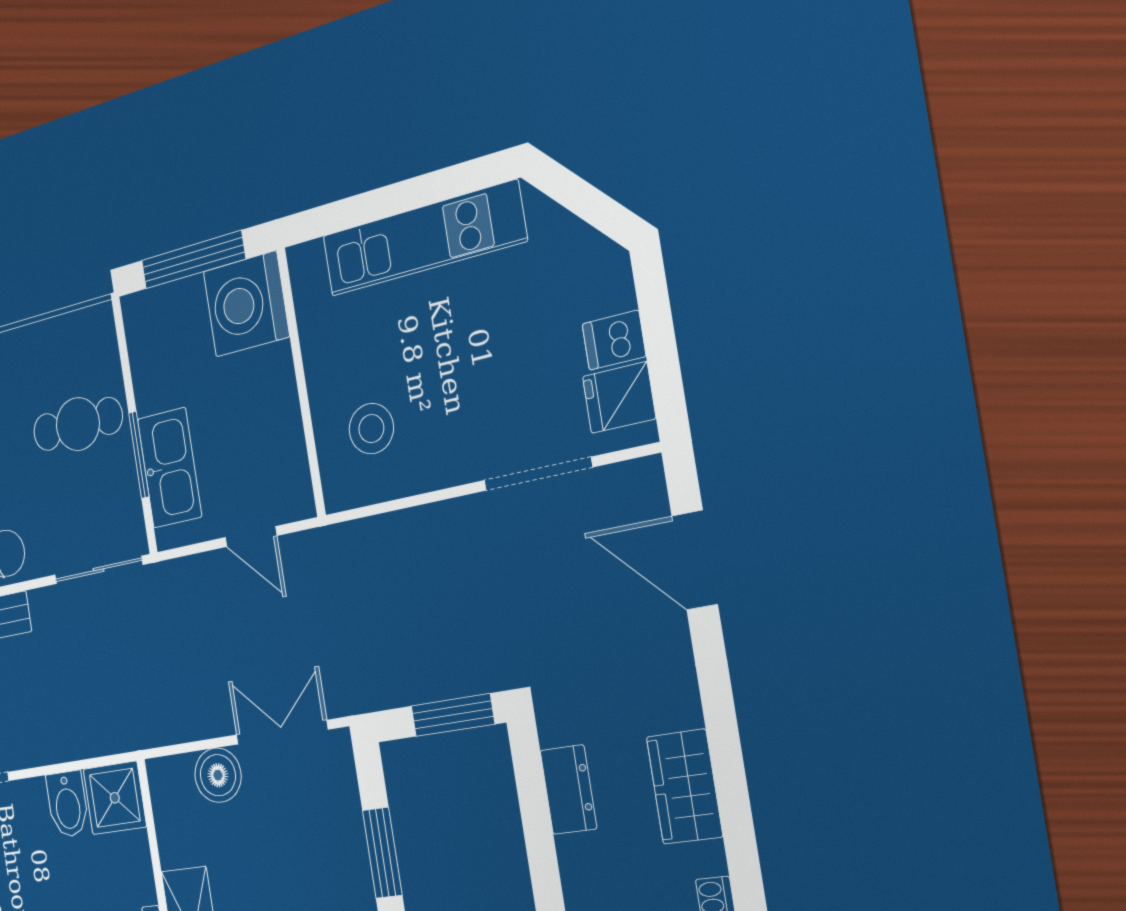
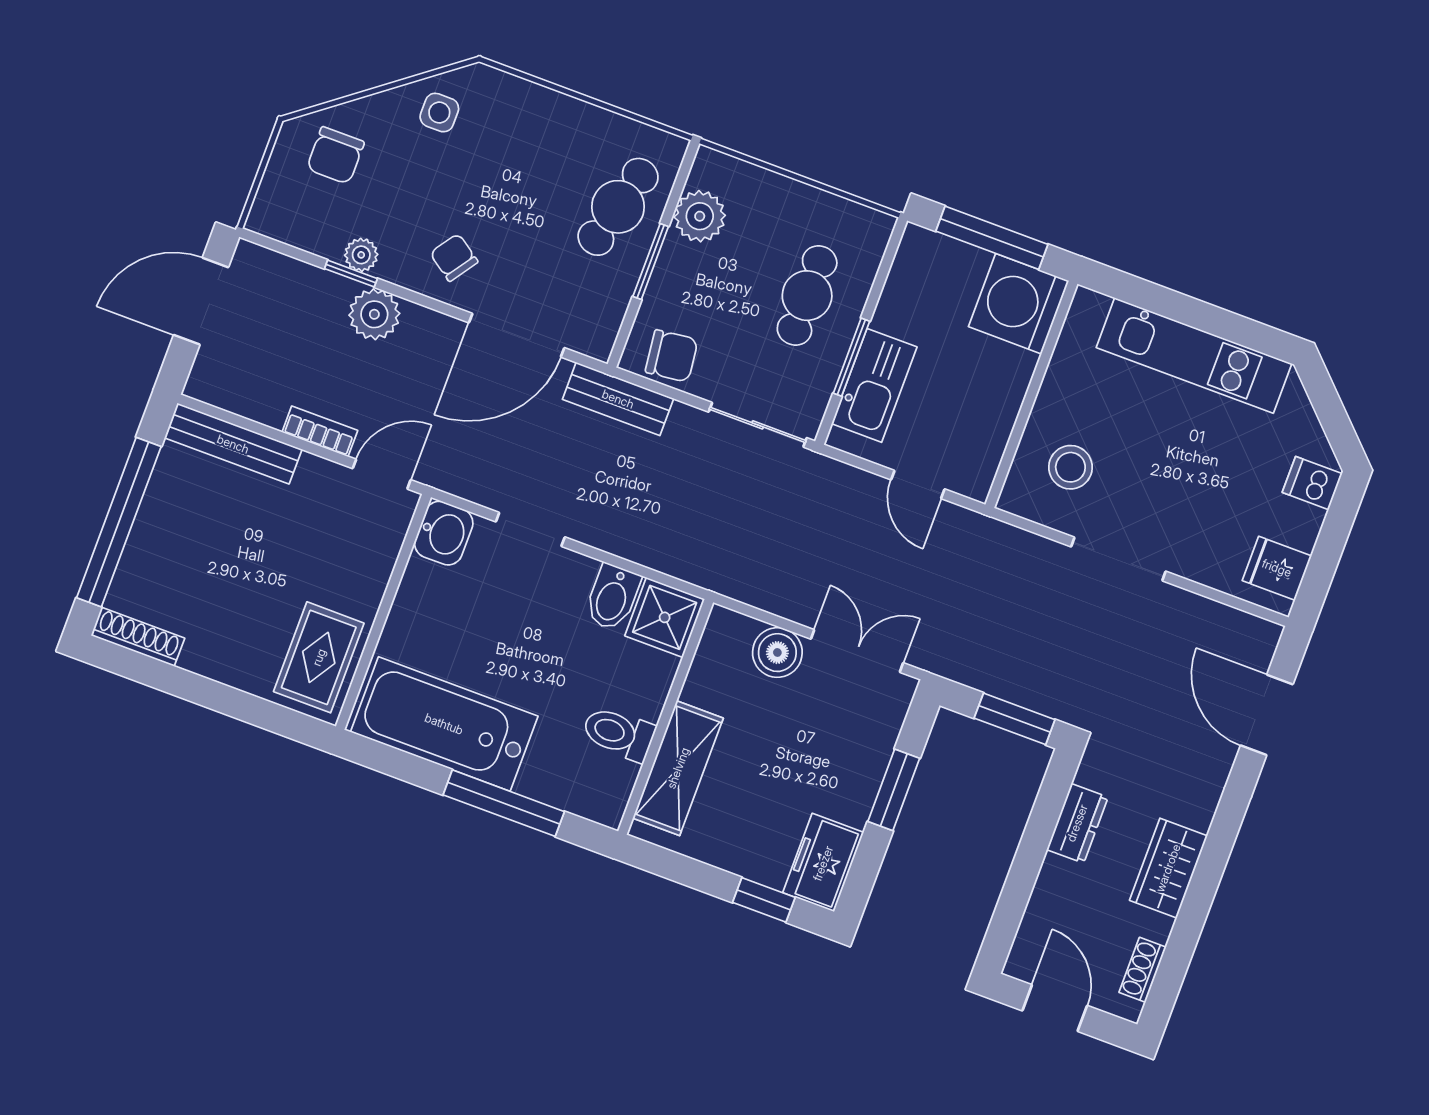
dishwasher: (614, 340) -> (1312, 483), moved
cafe table: (78, 424) -> (807, 296), turned 90
doorway: (538, 474) -> (1118, 559), moved

